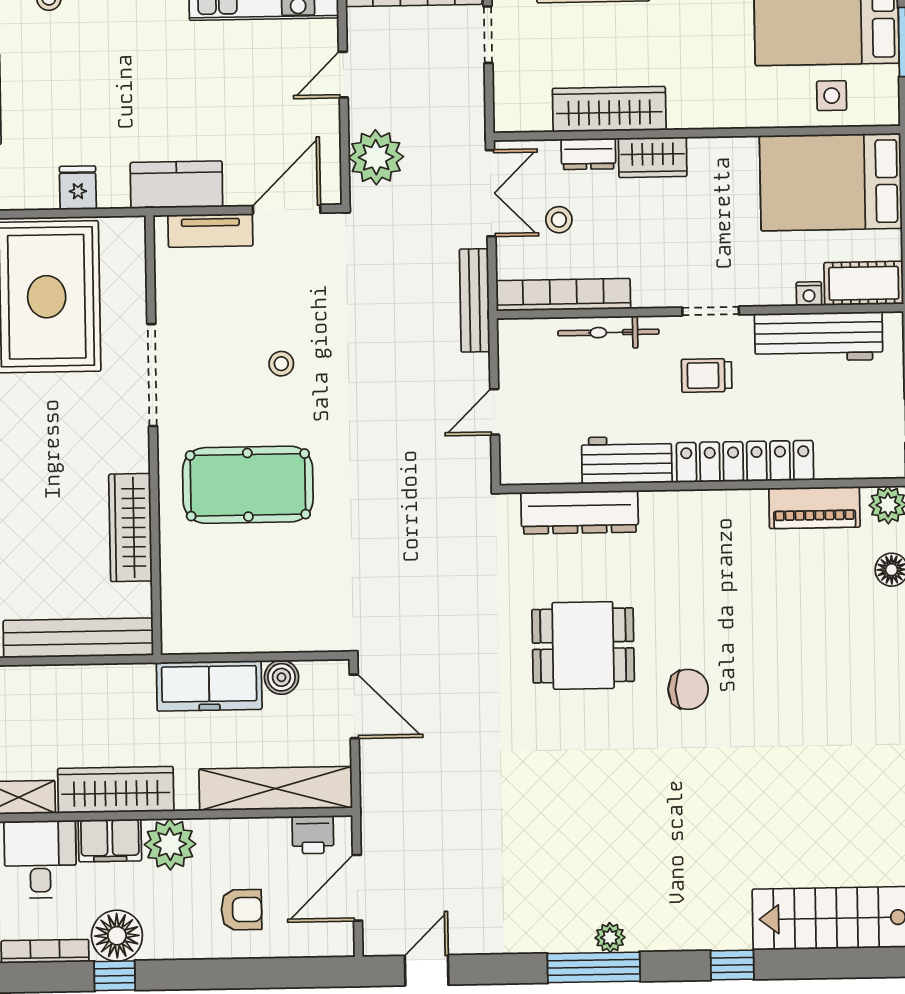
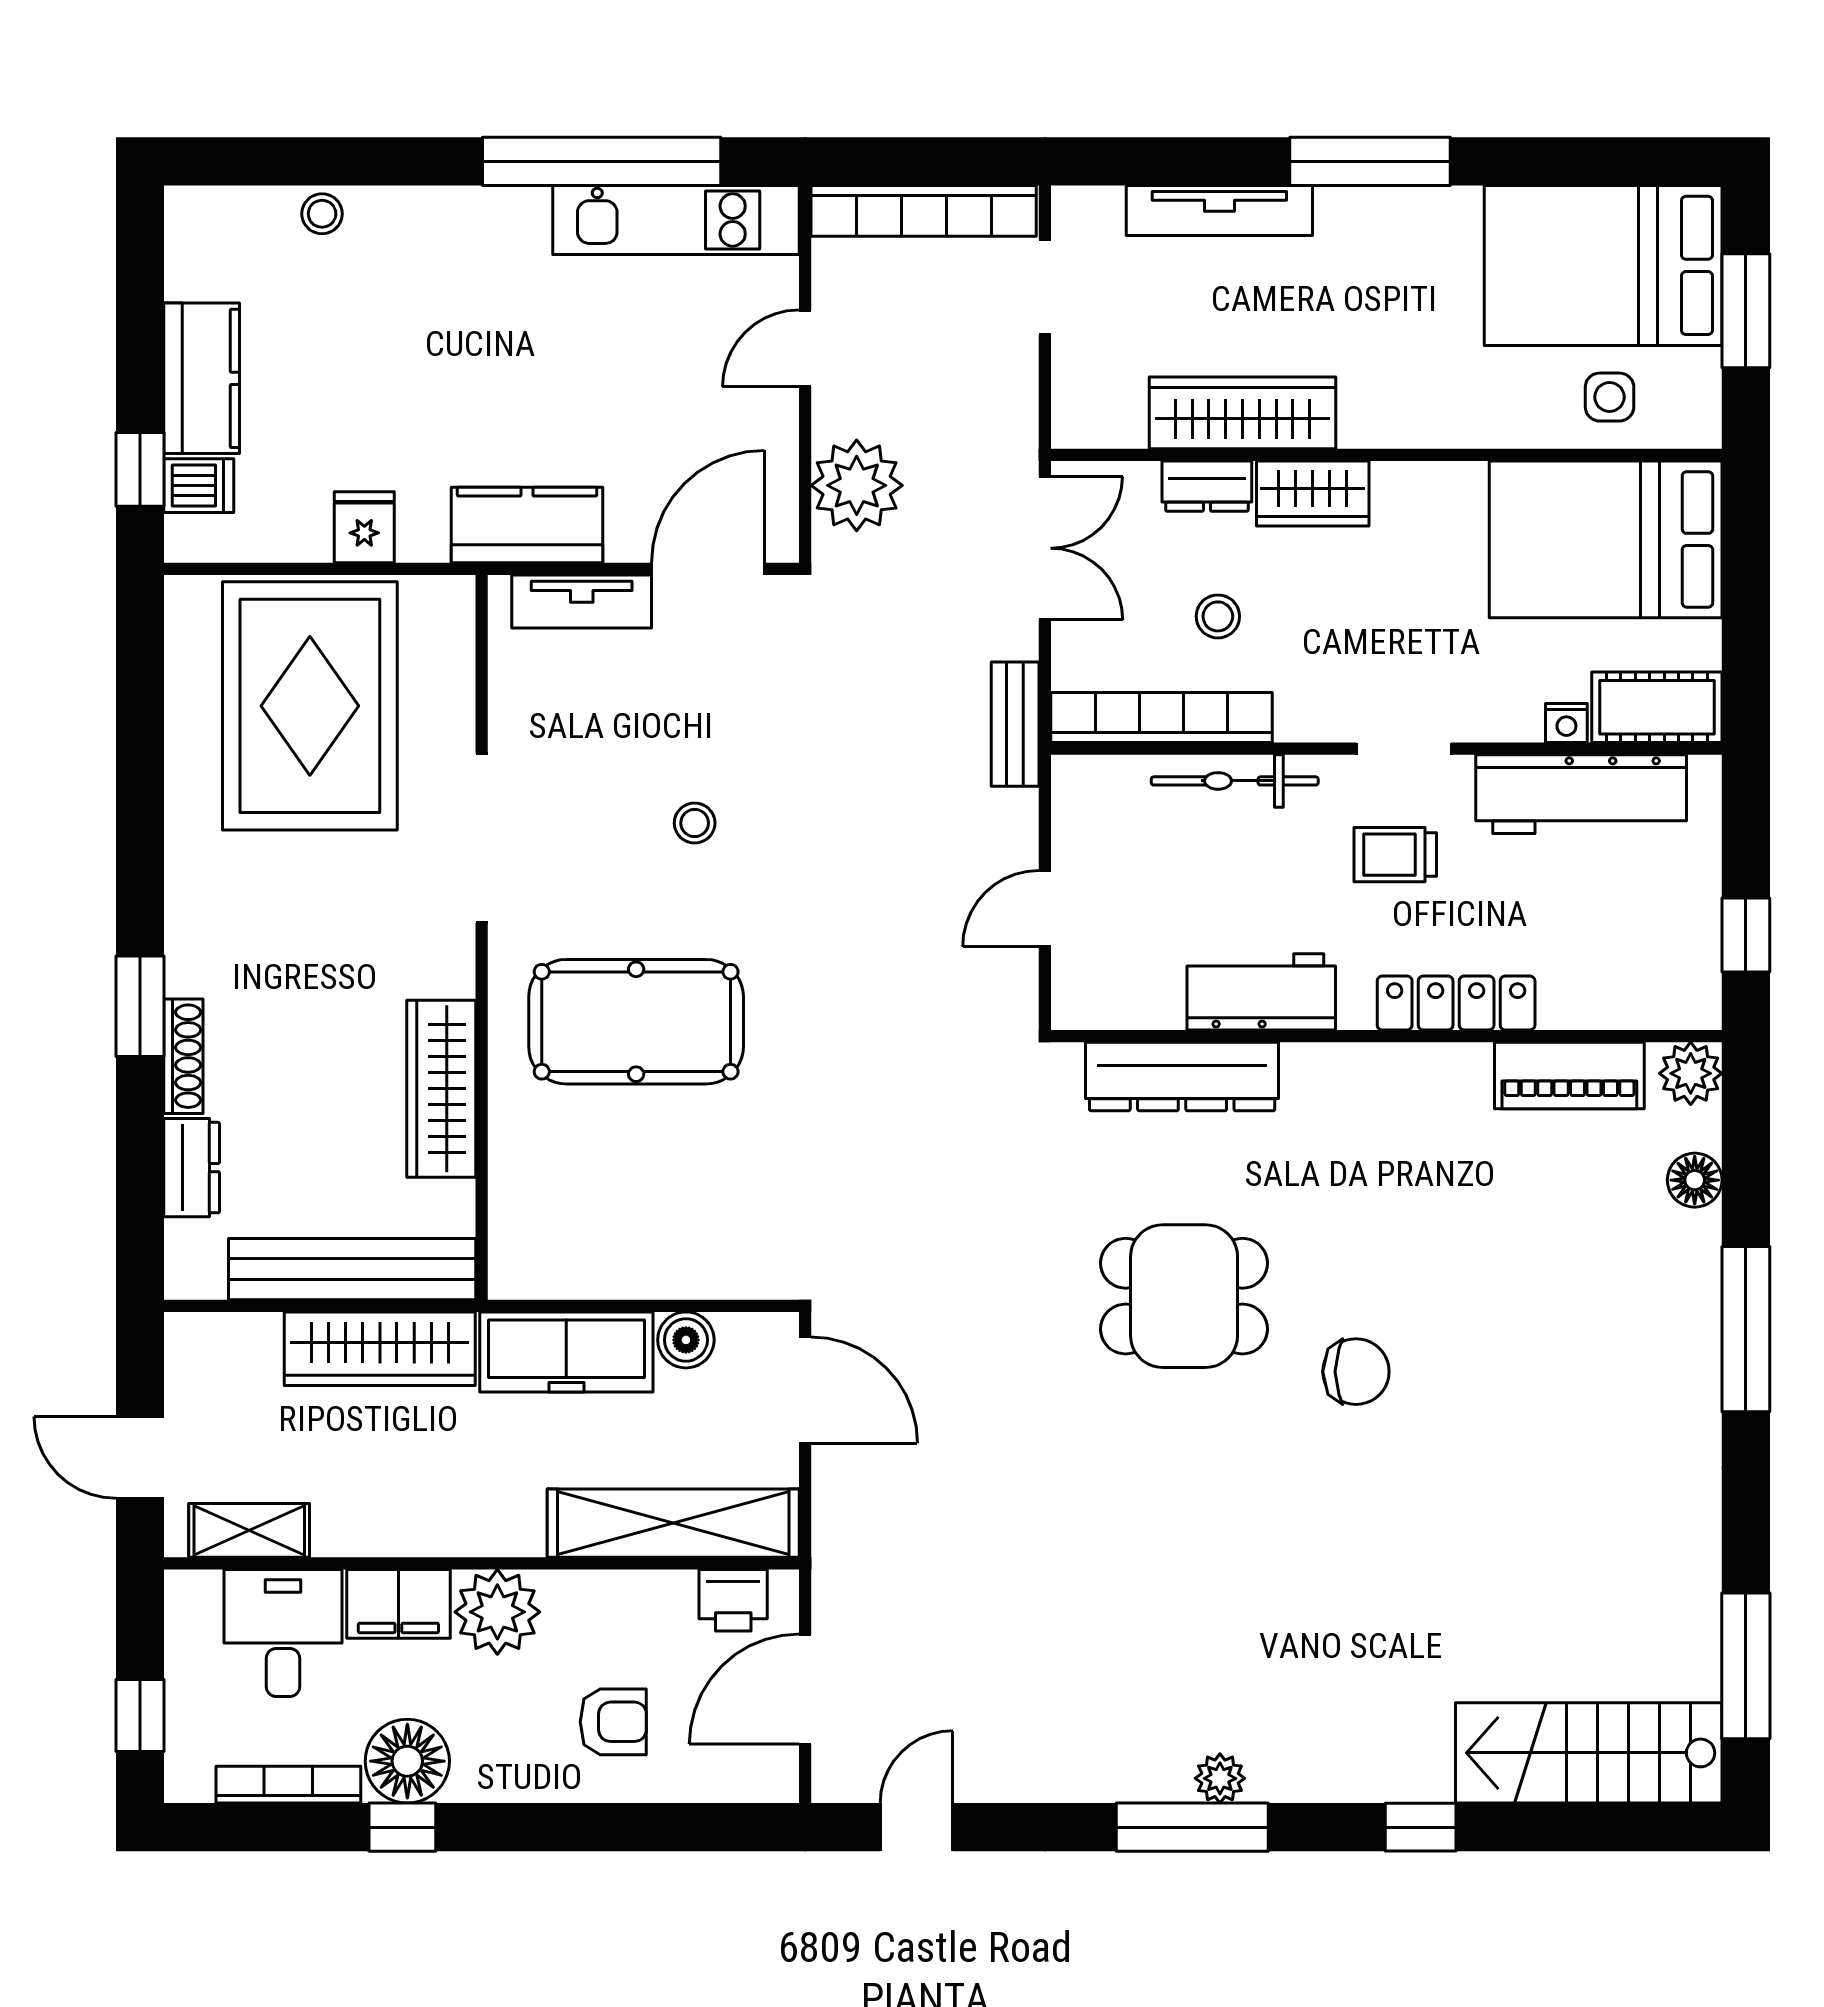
stool: (559, 220) -> (1218, 616), moved
bench: (475, 300) -> (1015, 724), width x0.73
locker: (745, 461) -> (1456, 1003), width x0.71, depth x0.83
wardrobe: (116, 790) -> (380, 1349), moved, turned 180

